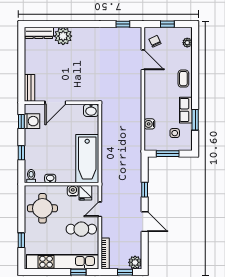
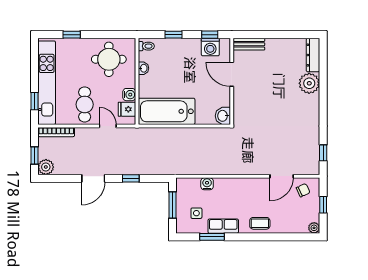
plant: (187, 43) -> (314, 228), moved

